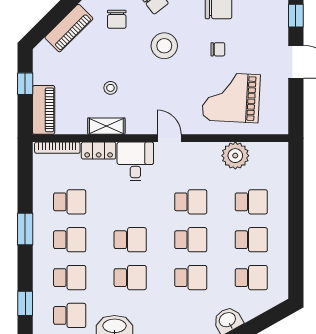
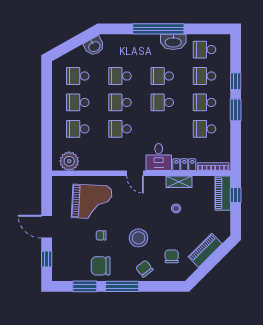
window: (25, 84) -> (236, 195), moved
plant: (235, 156) -> (69, 161), moved
window: (25, 303) -> (236, 81), moved

